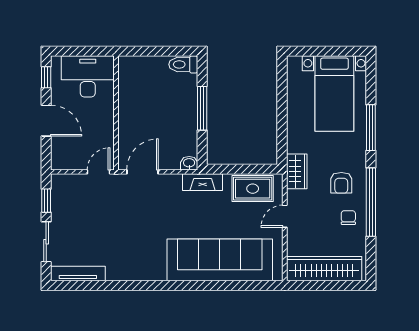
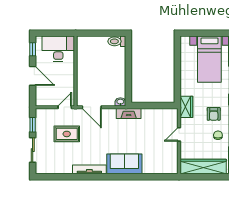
window: (202, 108) -> (128, 68), removed
door: (142, 172) -> (92, 107), swing flipped
rug: (253, 189) -> (67, 134), moved
sofa: (220, 260) -> (124, 164), width x0.54, depth x0.79
tv unit: (78, 273) -> (89, 169), moved

